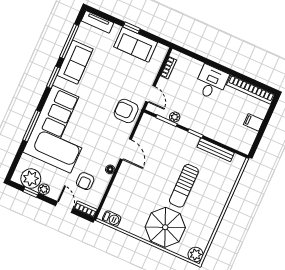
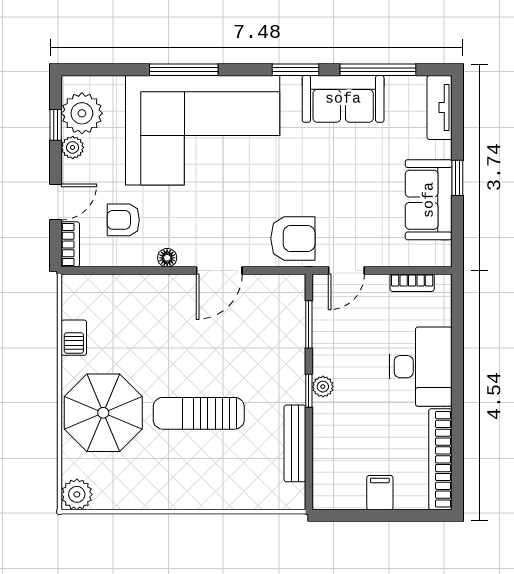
desk: (211, 82) -> (421, 367), width x1.37
armchair: (126, 111) -> (293, 238), turned 90
plant: (175, 117) -> (323, 387), moved
barbecue: (112, 219) -> (74, 338), moved

